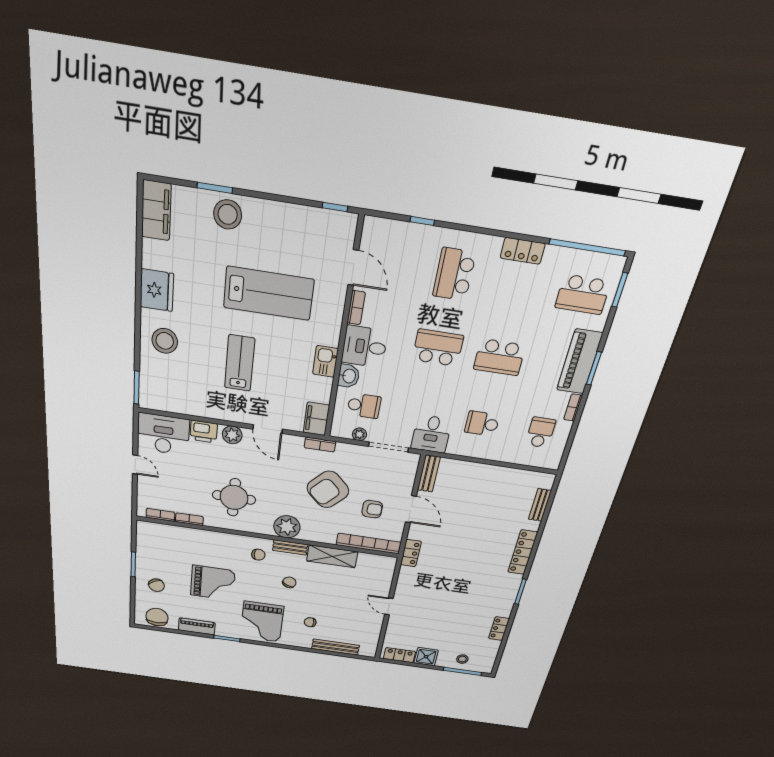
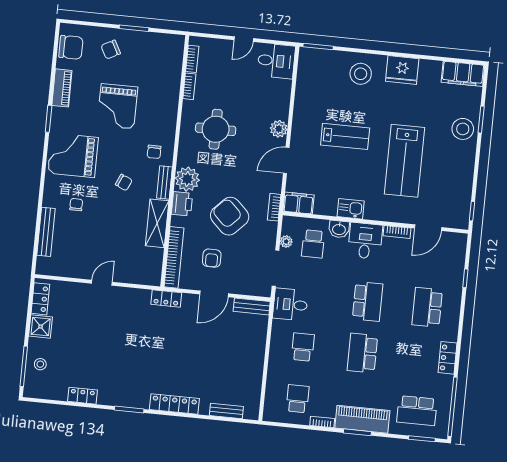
school desk: (454, 274) -> (427, 307), turned -90
school desk: (583, 294) -> (417, 411), turned -90
printer: (204, 432) -> (182, 204), moved, turned 180
school desk: (540, 432) -> (298, 399), turned -90
desk: (163, 434) -> (276, 61), width x0.73

